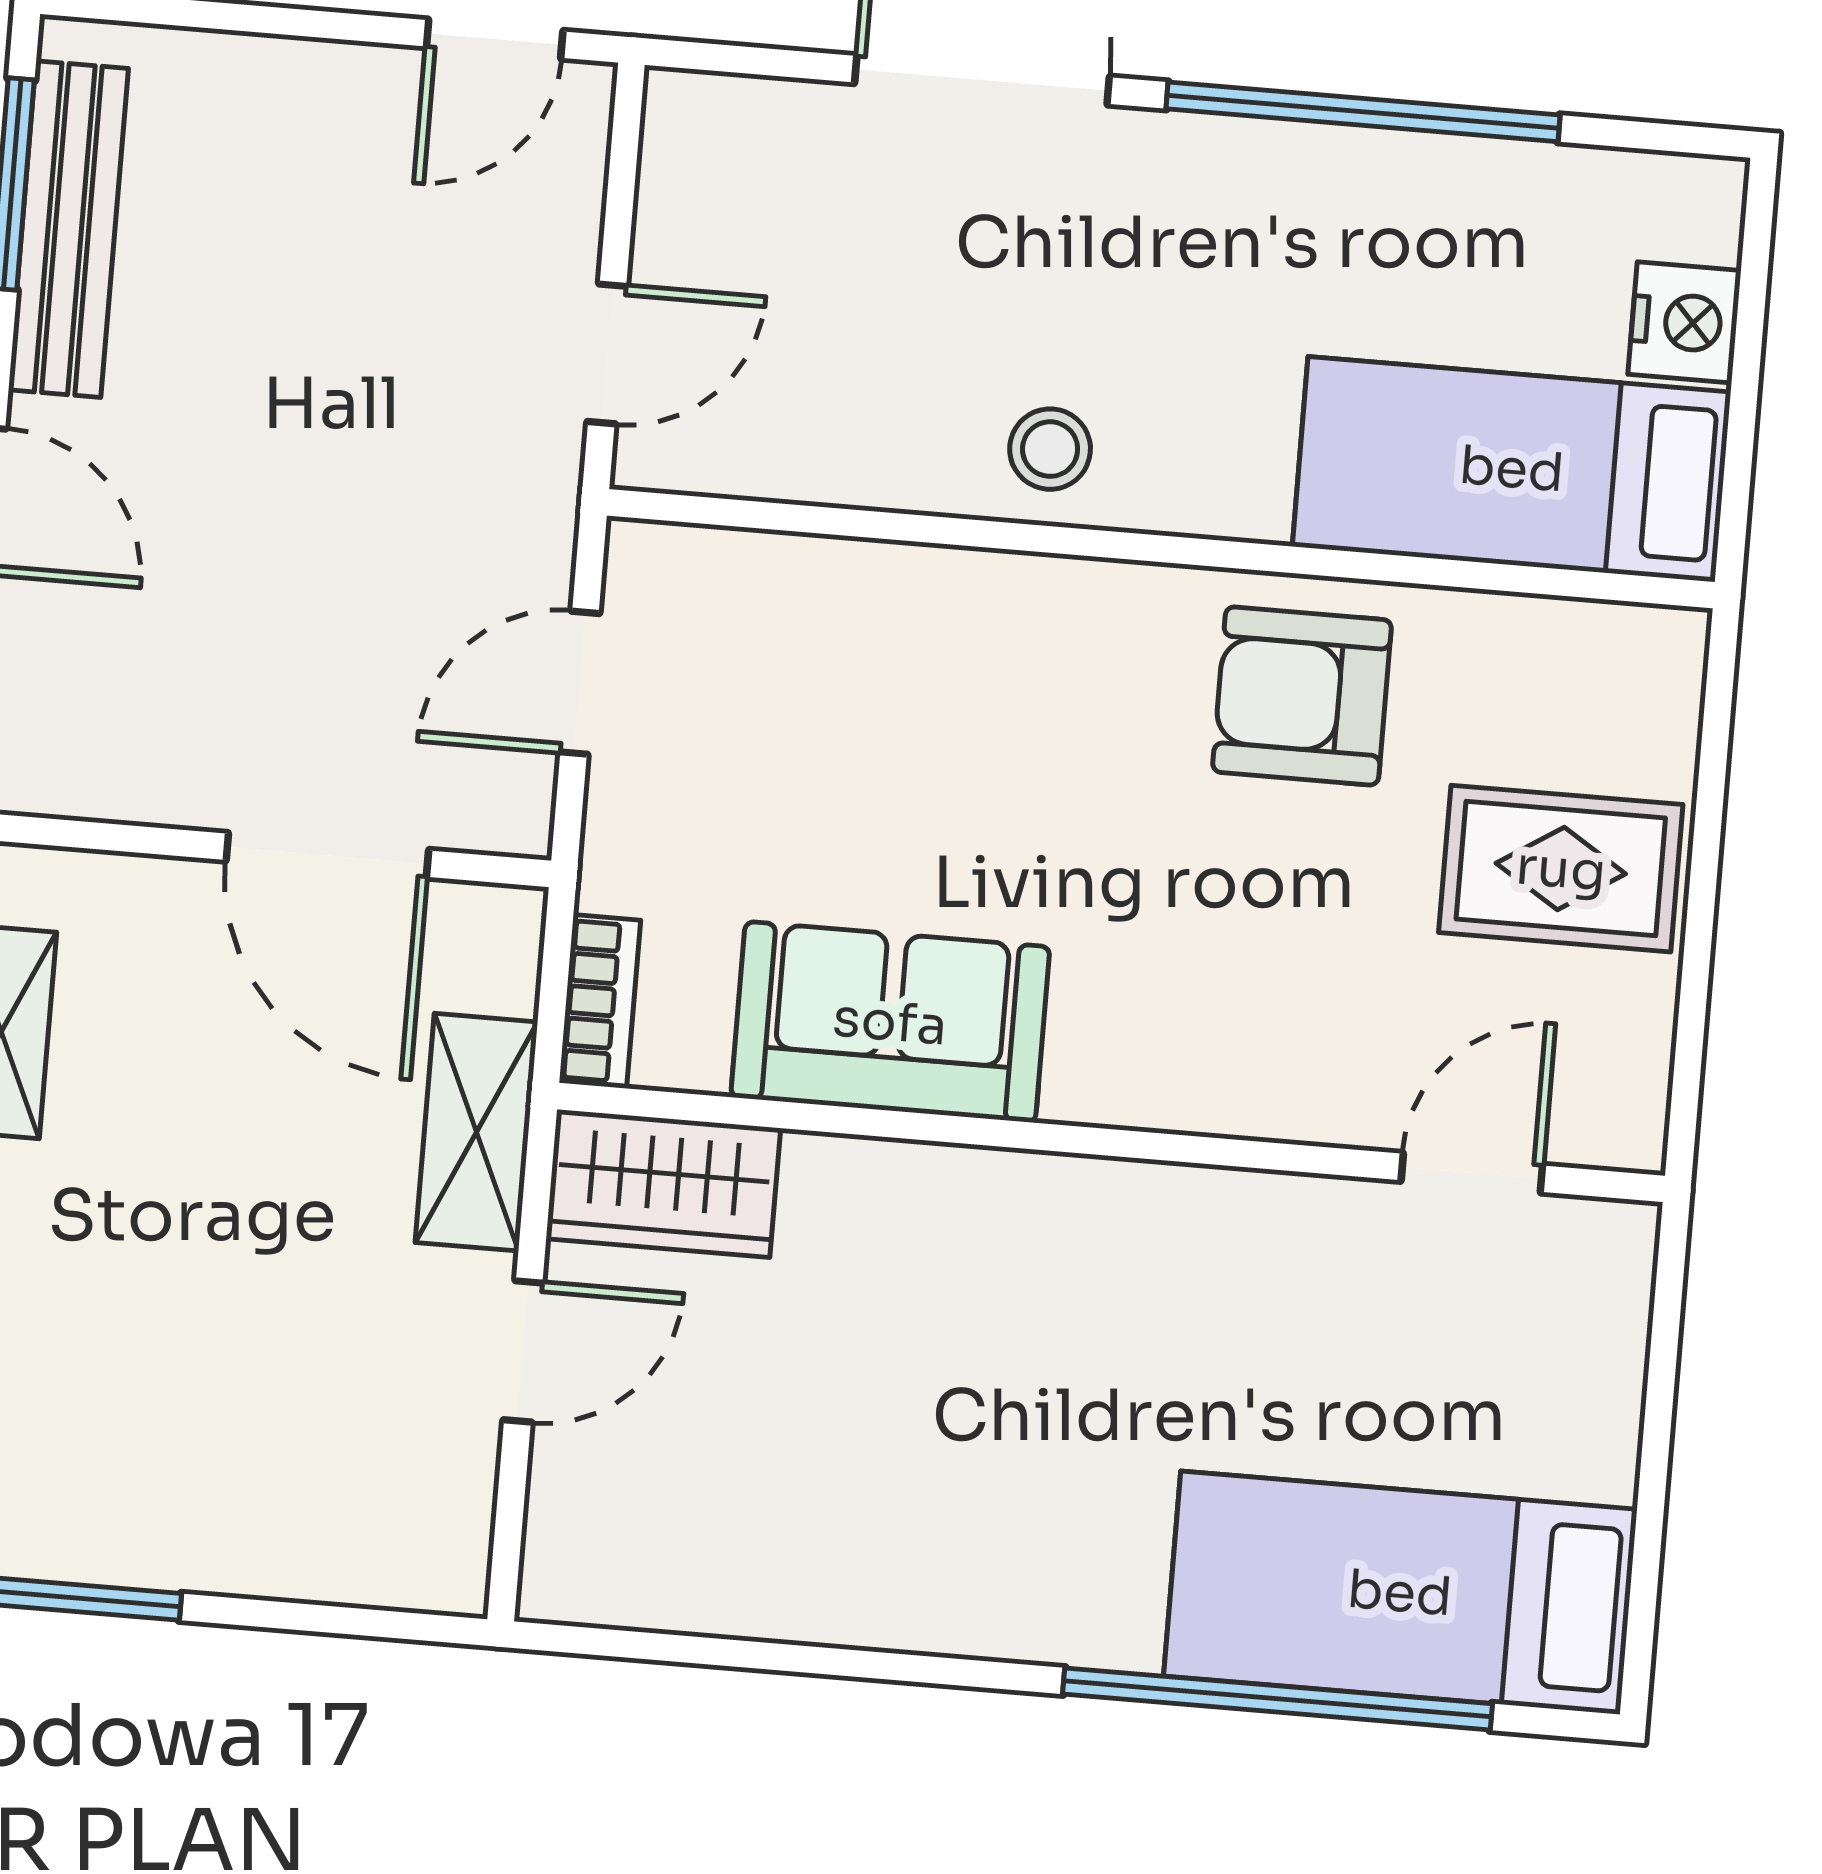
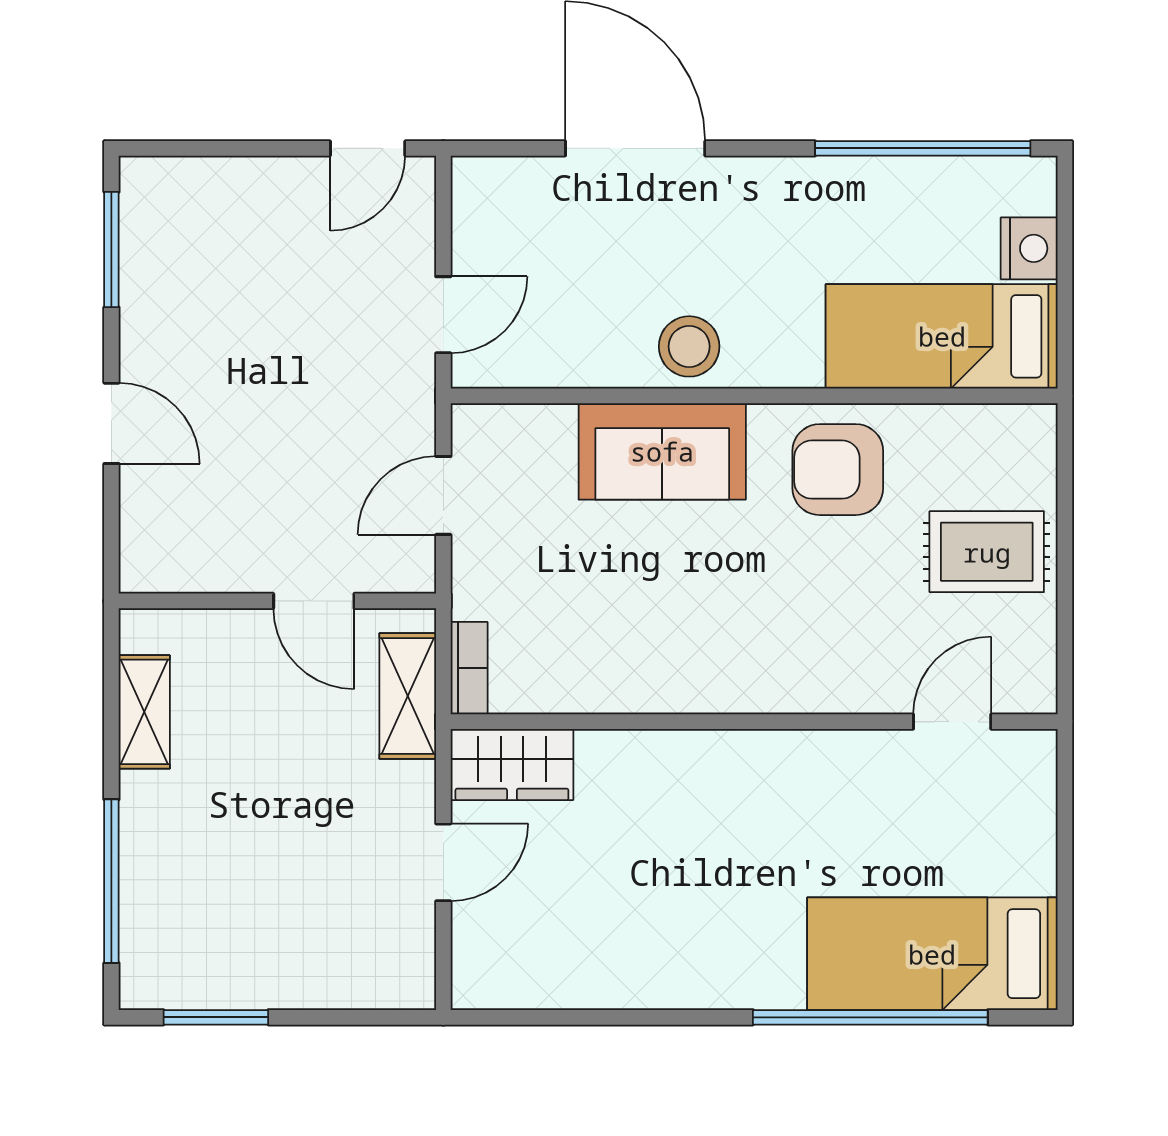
window: (1363, 112) -> (923, 148), moved
bench: (68, 229) -> (144, 272), removed
stool: (1050, 449) -> (689, 346), width x1.37, depth x1.37
door: (327, 855) -> (314, 601), width x0.73
sofa: (890, 1022) -> (662, 451), moved, turned 180
shelving: (476, 1132) -> (408, 696), moved

